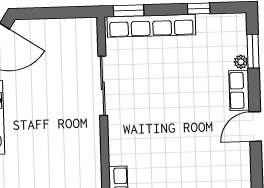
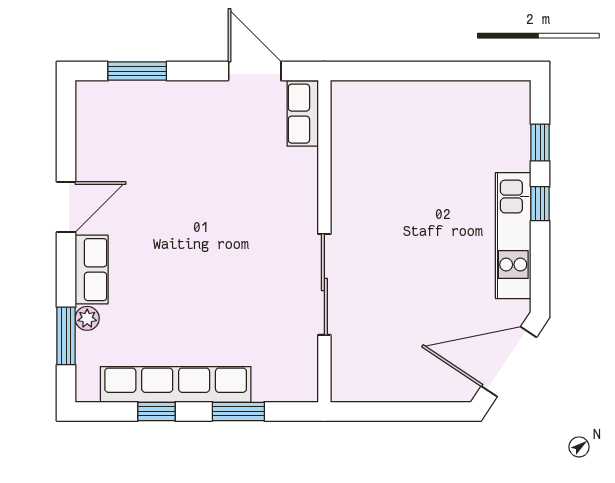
window: (129, 11) -> (238, 411), moved
row of seats: (151, 26) -> (176, 384), moved

